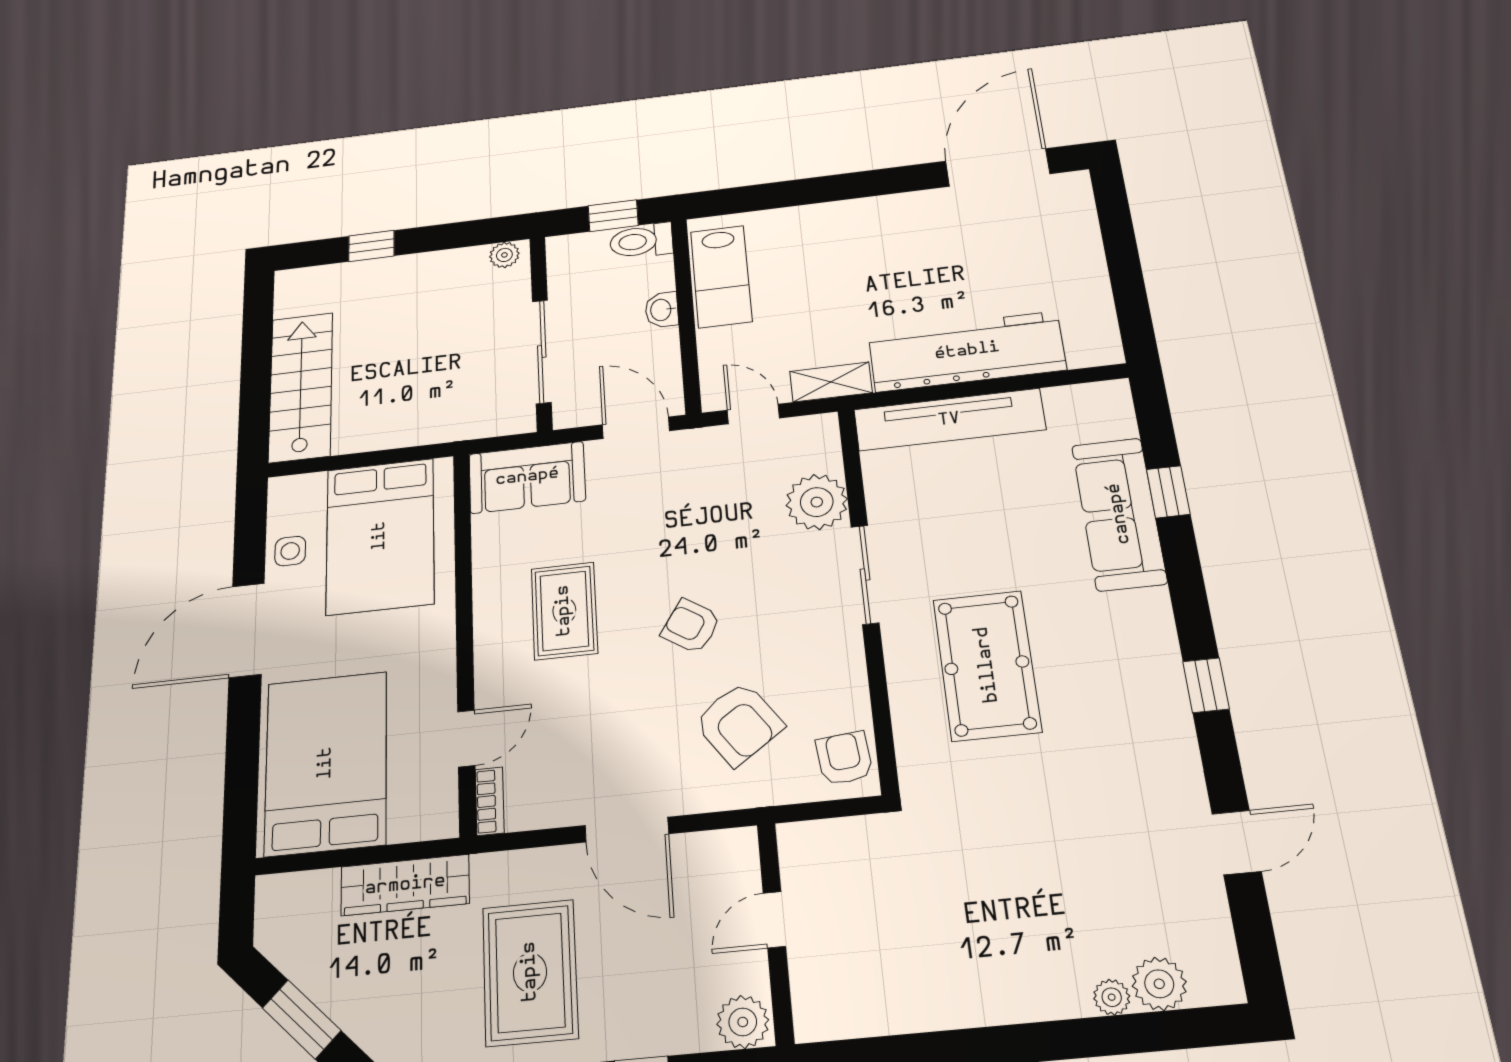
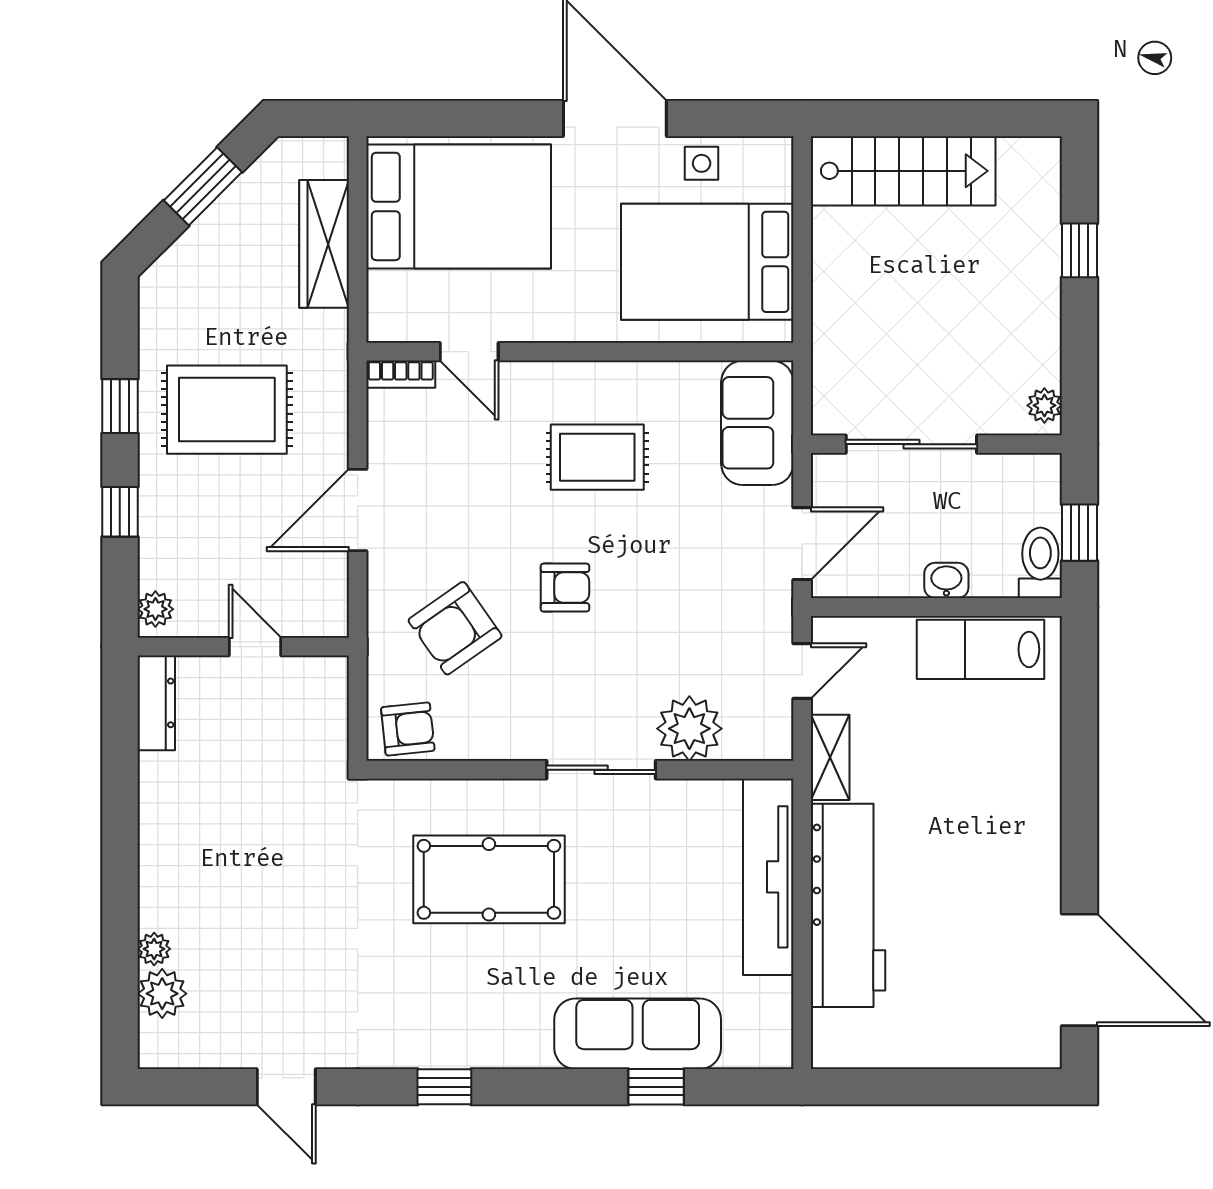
armchair: (691, 626) -> (565, 588), turned 57
wardrobe: (405, 885) -> (324, 244), moved
dresser: (844, 1019) -> (156, 703), added
plant: (743, 1022) -> (155, 609), width x0.73, depth x0.73

